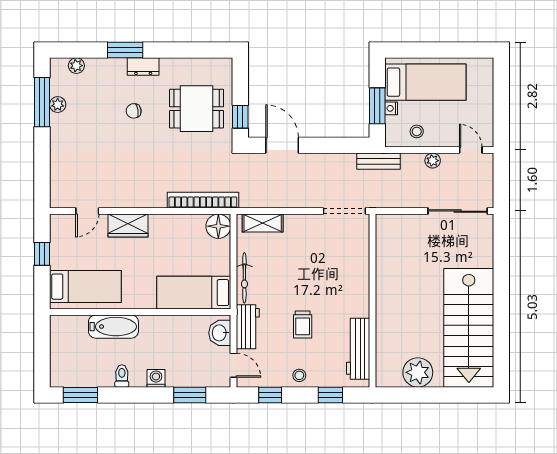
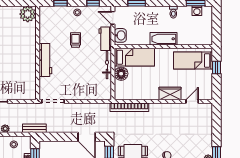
shelving: (263, 223) -> (97, 95), removed
floor lamp: (218, 226) -> (121, 74), moved
window: (42, 254) -> (216, 67), moved
bathtub: (113, 327) -> (164, 39), moved
workbench: (358, 349) -> (45, 60), moved
plant: (418, 372) -> (28, 14), moved
washing machine: (156, 378) -> (197, 11), moved

